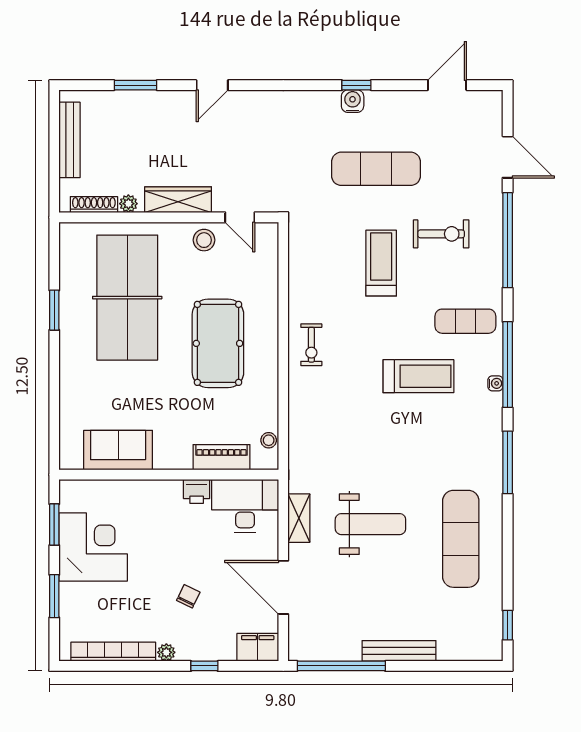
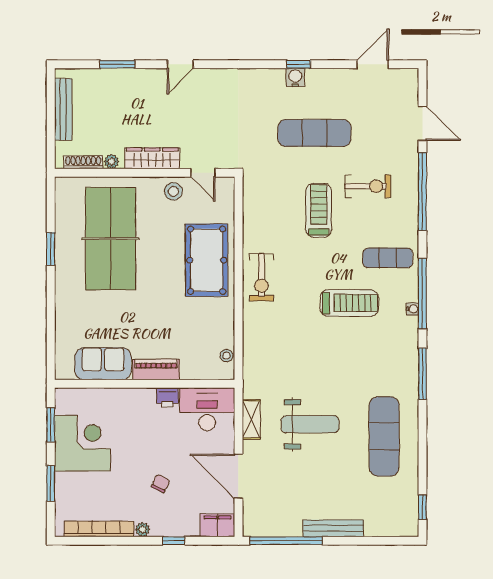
pool table: (218, 343) -> (207, 260), moved
exercise bike: (311, 345) -> (261, 277), width x1.38, depth x1.39
piano: (222, 457) -> (156, 370), moved

